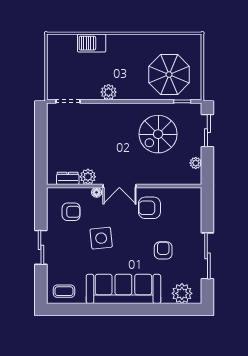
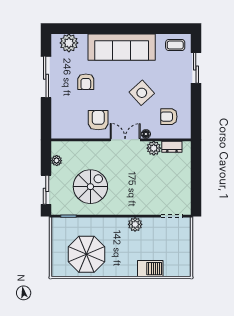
parasol: (169, 75) -> (87, 254), moved
armchair: (149, 208) -> (98, 120), turned -90
side table: (101, 238) -> (142, 93), turned -36
sliding door: (41, 247) -> (196, 68), moved

